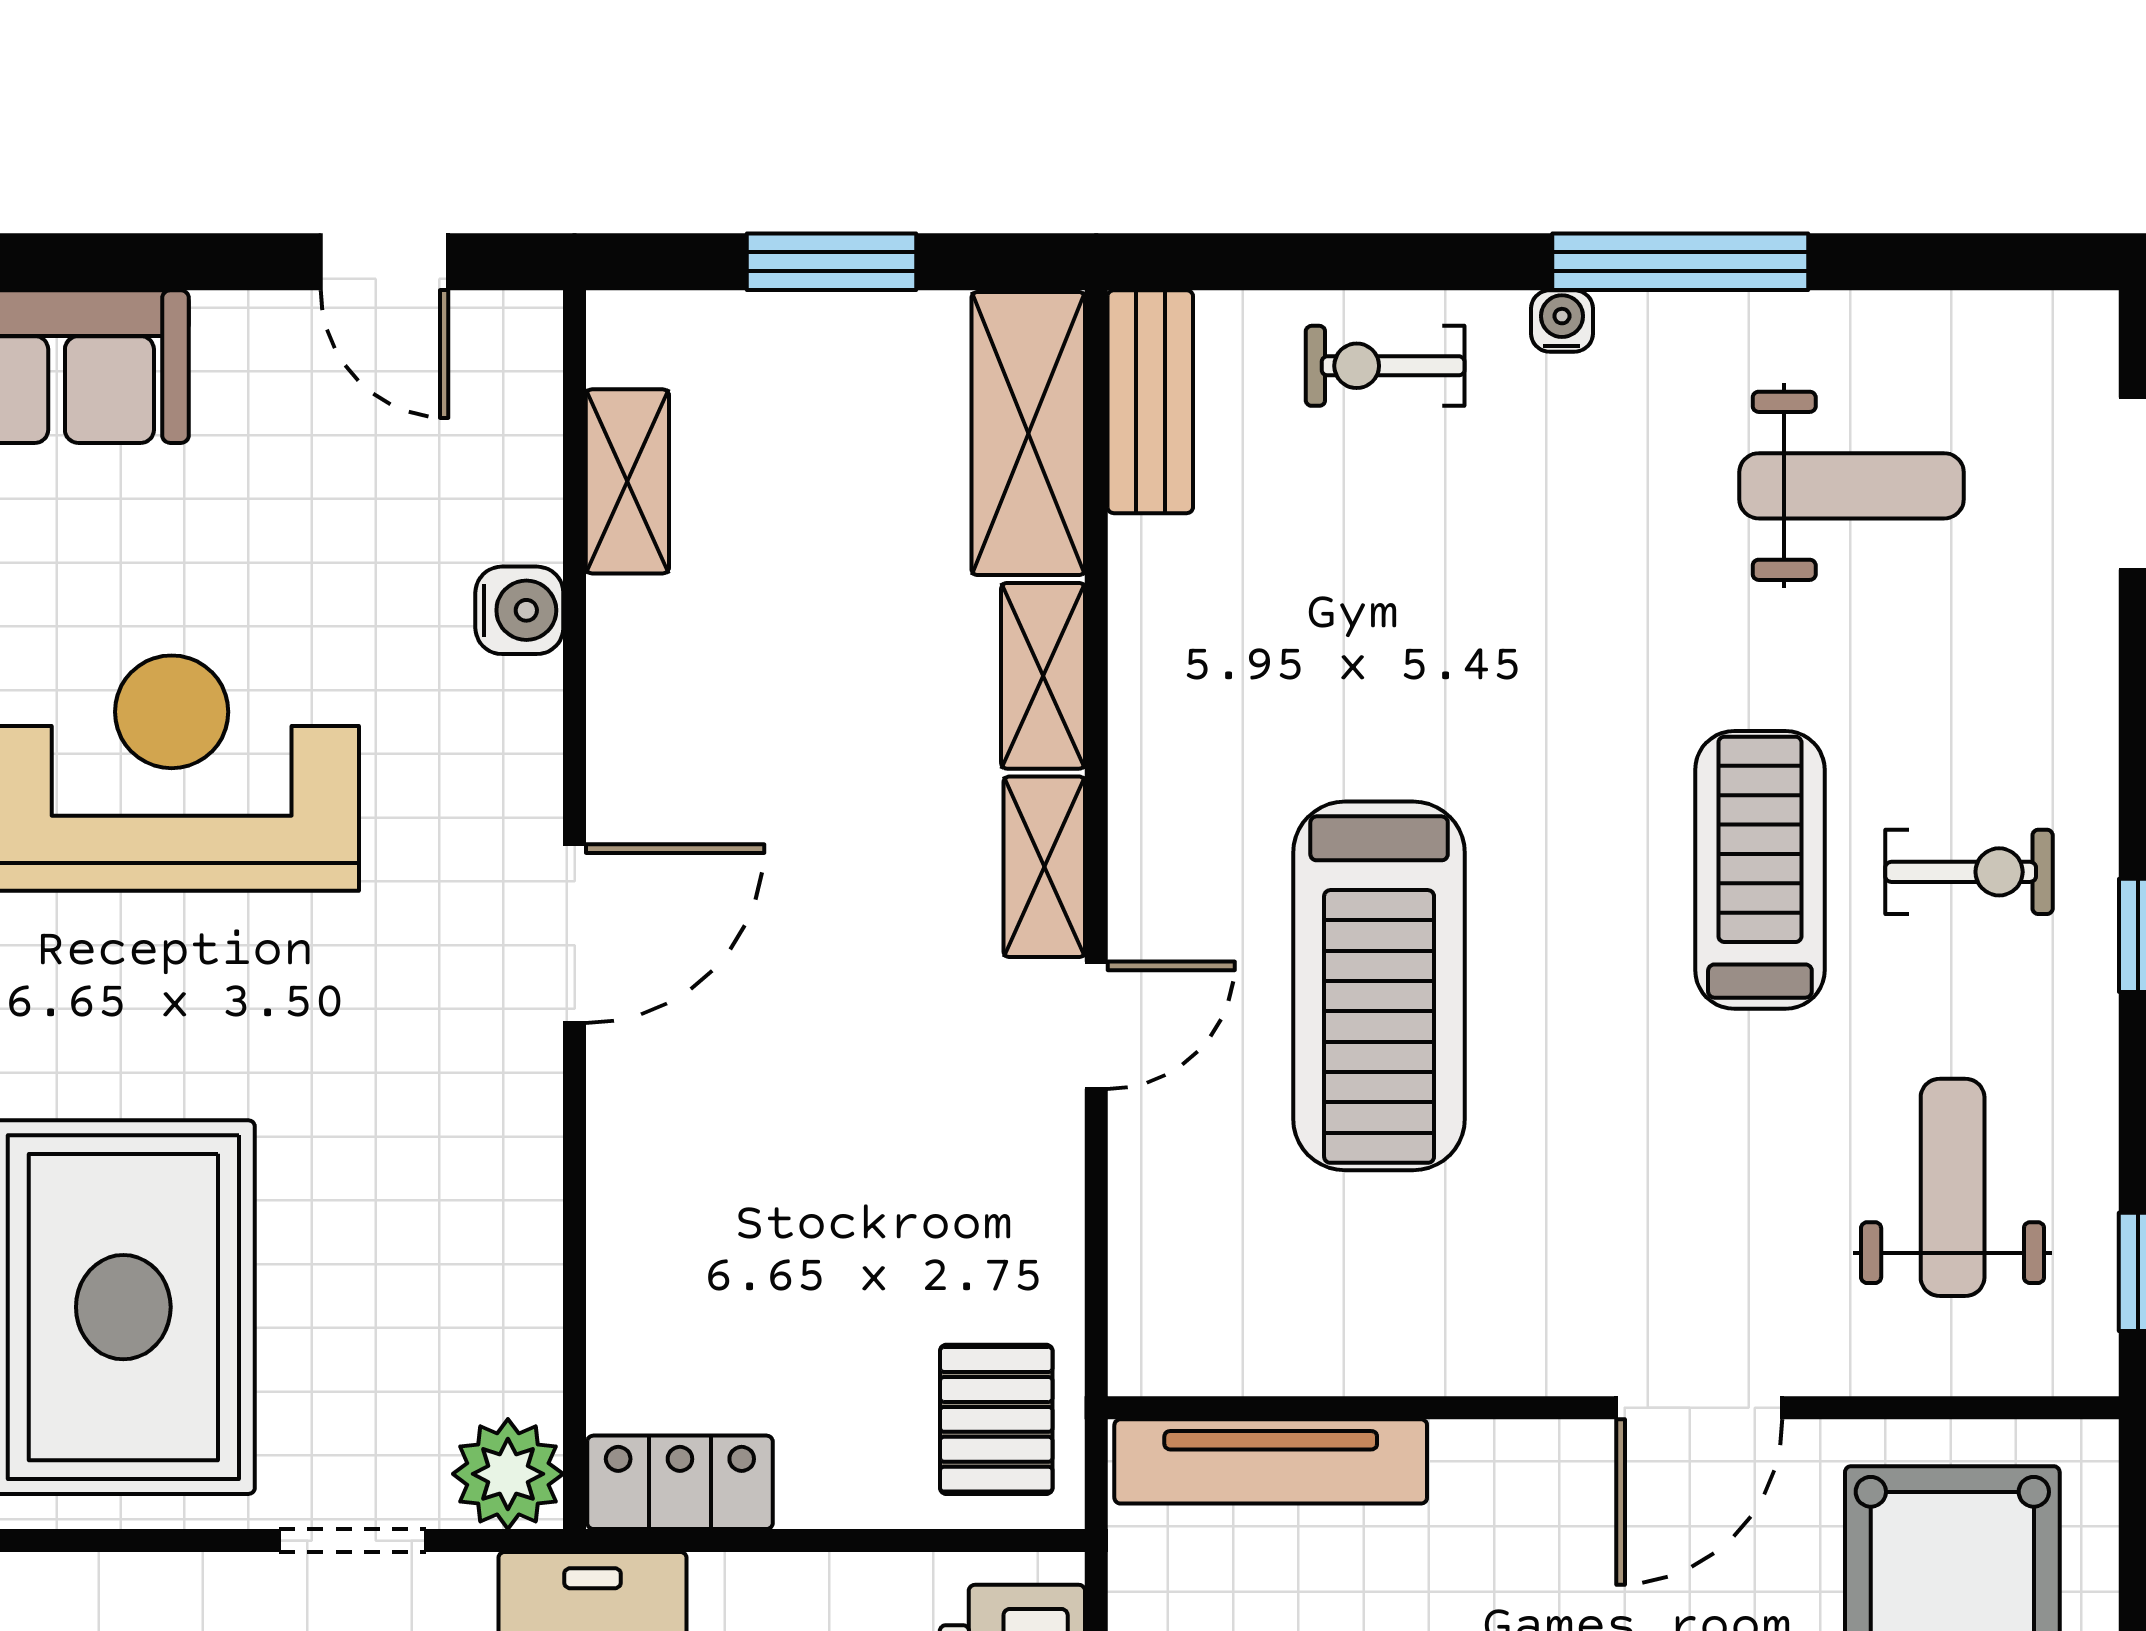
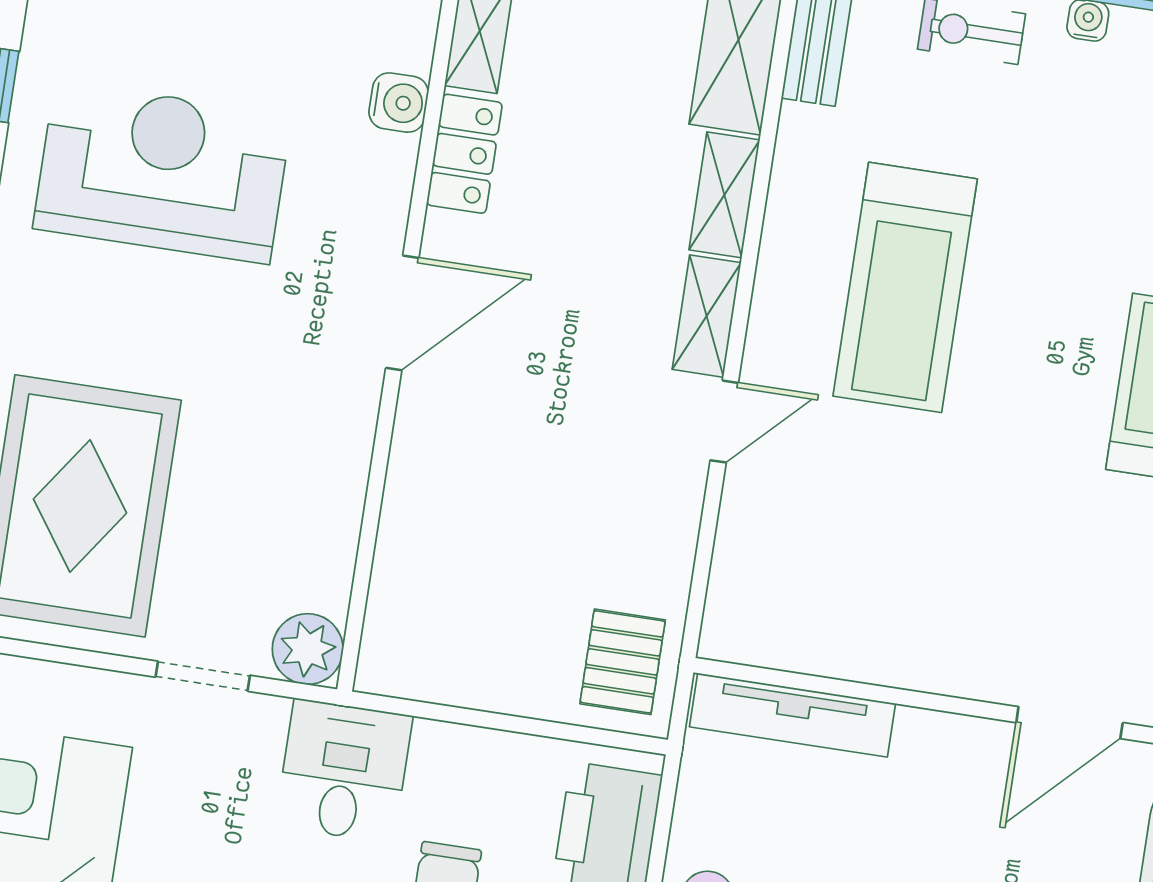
treadmill: (1379, 986) -> (905, 287), moved
locker: (680, 1482) -> (464, 154), moved, turned 90

